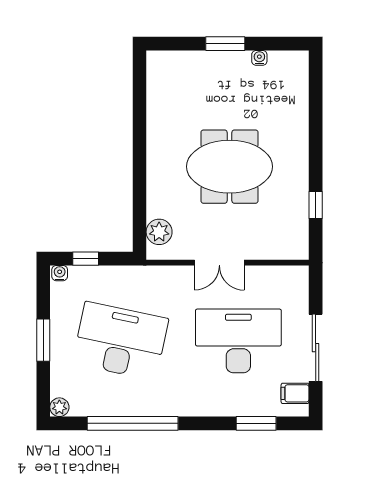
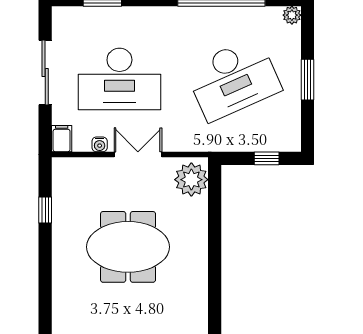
plant: (159, 232) -> (191, 180), width x1.36, depth x1.36
water cooler: (60, 273) -> (100, 144), moved
desk: (120, 341) -> (233, 79), turned -36
filing cabinet: (295, 393) -> (62, 139), moved, turned -90

